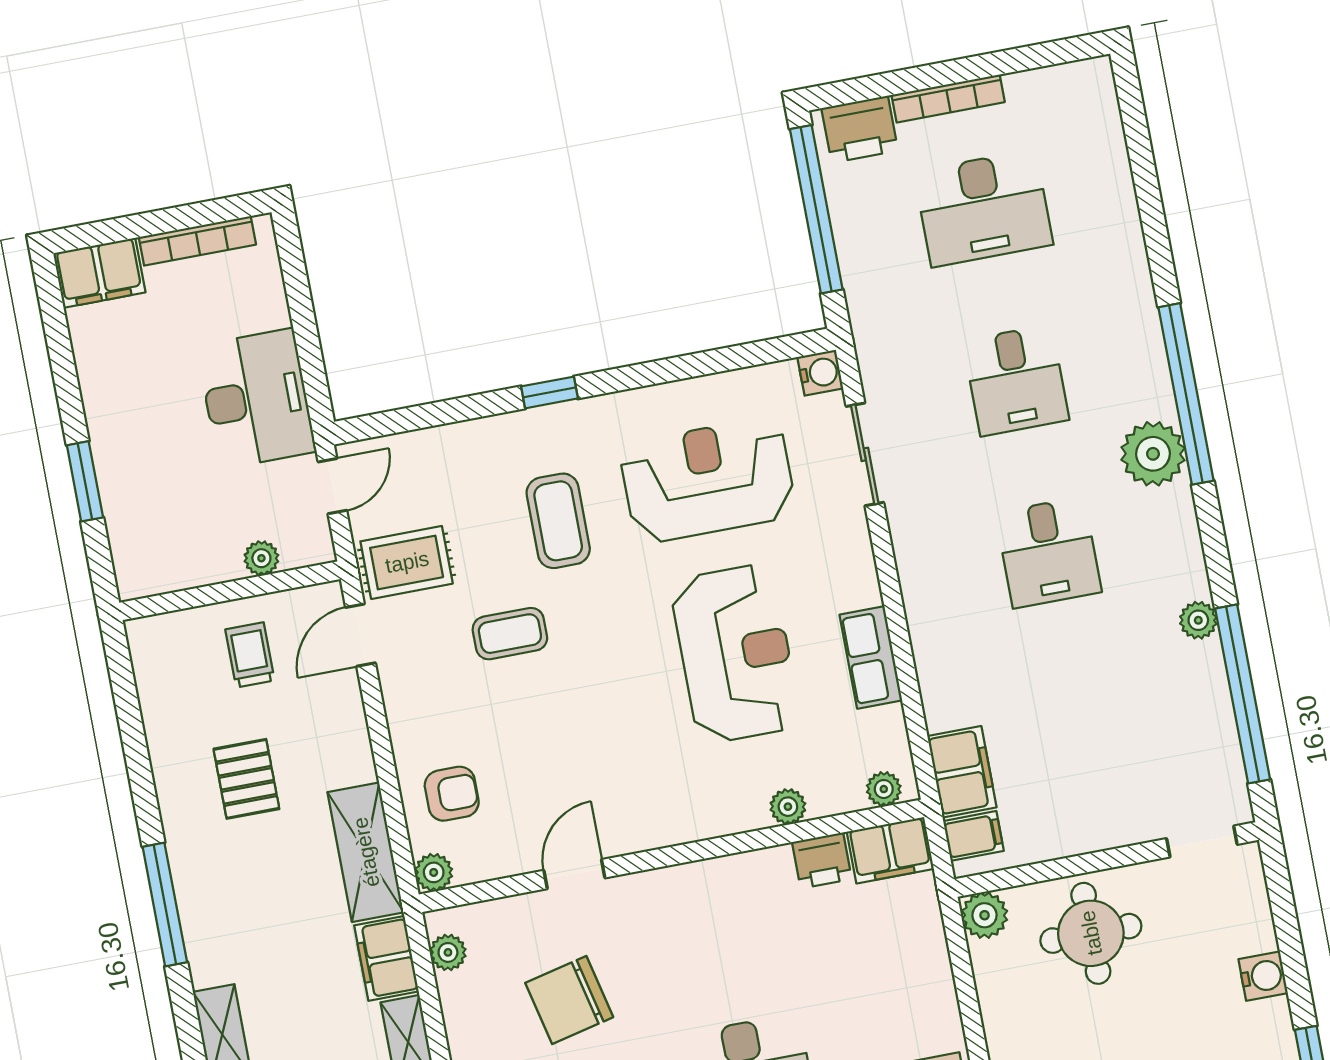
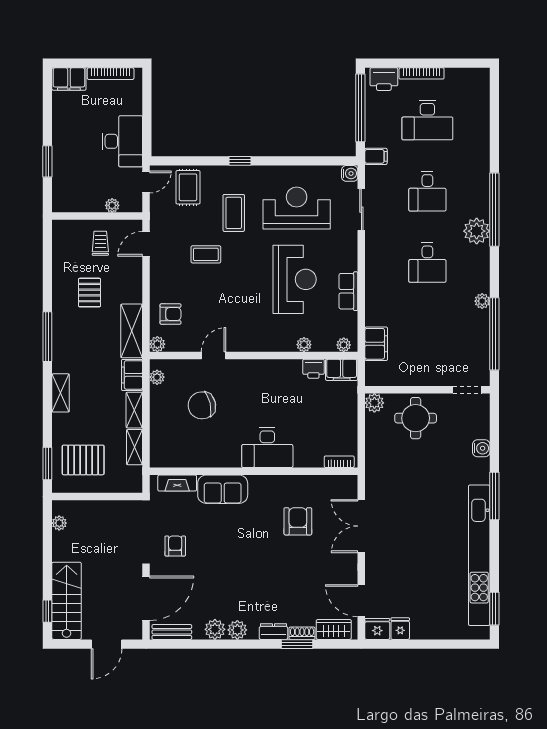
rug: (407, 562) -> (188, 187), moved, turned 90
filing cabinet: (973, 836) -> (376, 156), moved

